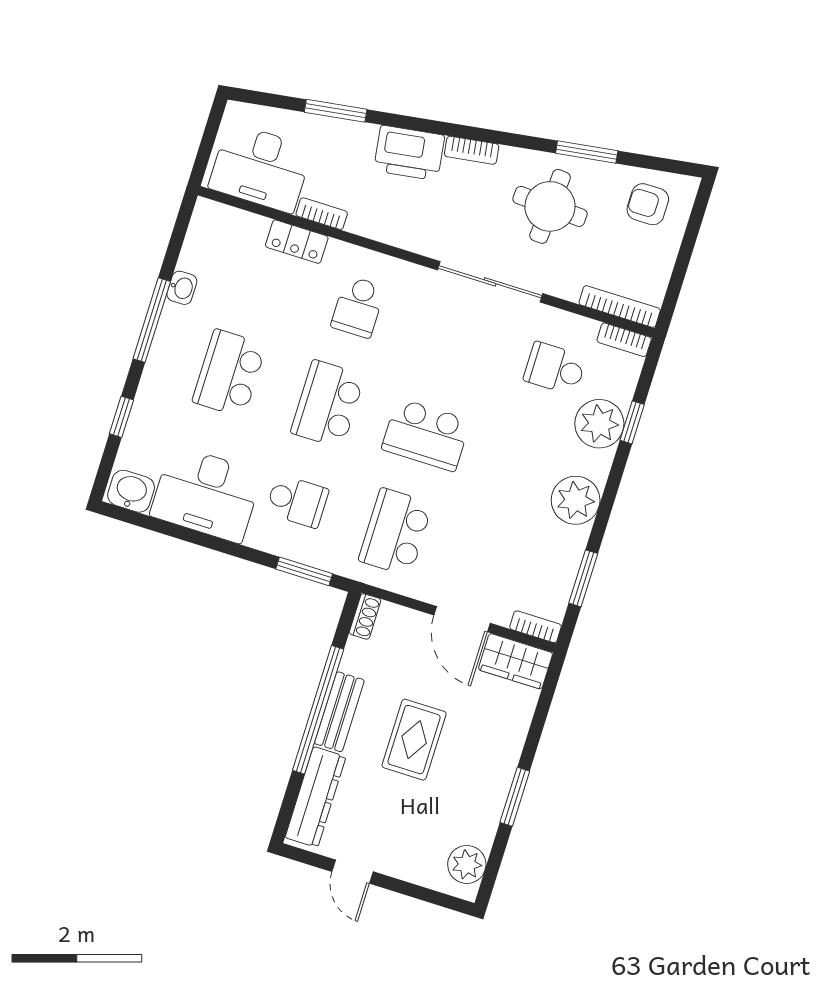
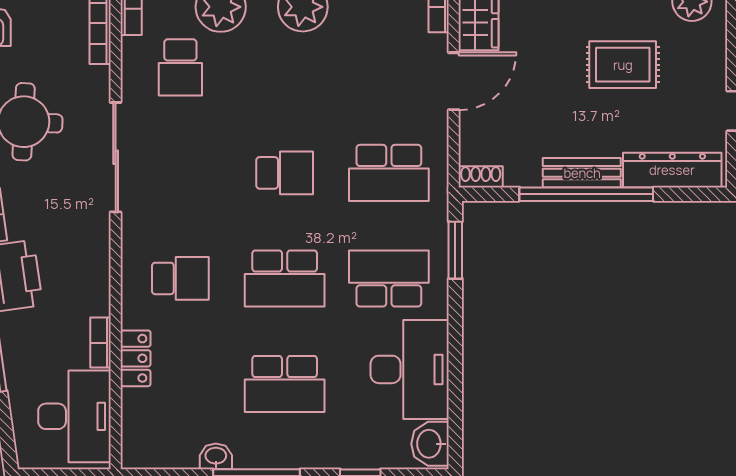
school desk: (426, 435) -> (285, 173), width x0.54
school desk: (297, 501) -> (389, 278), width x1.85
rug: (414, 740) -> (623, 65), moved

